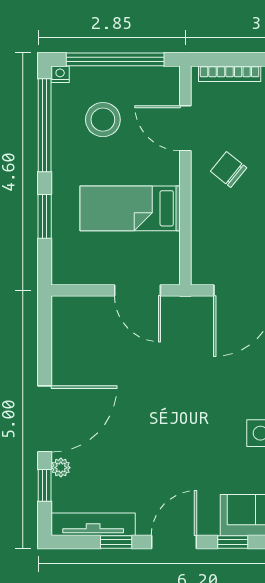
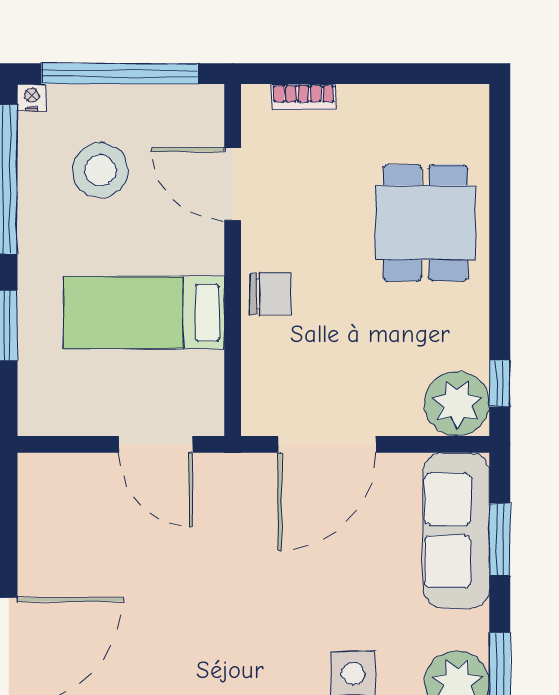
bookcase: (230, 74) -> (304, 97), width x0.64
chair: (229, 169) -> (270, 294), moved, turned 141

